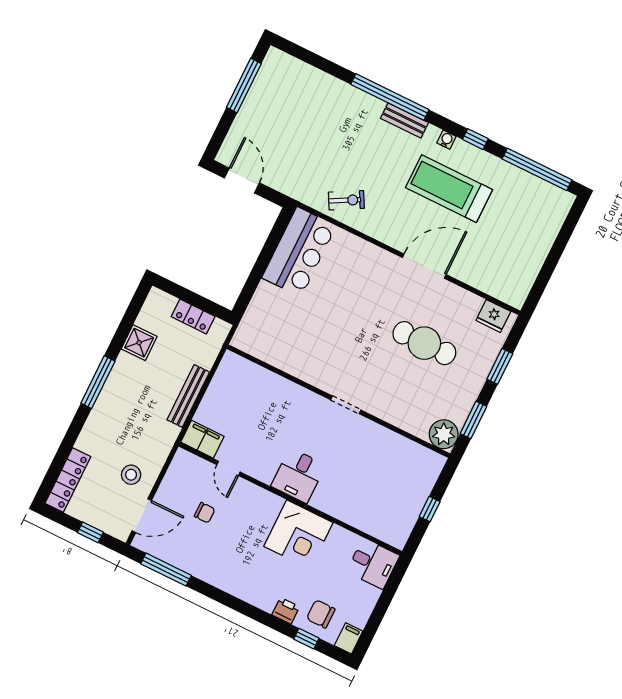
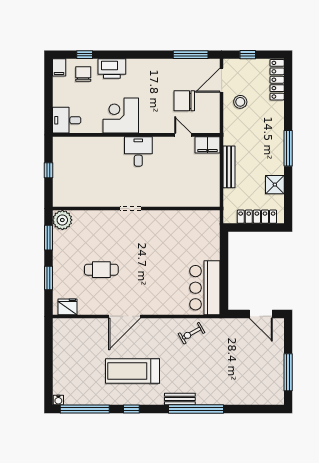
water cooler: (446, 140) -> (58, 400), moved
treadmill: (449, 189) -> (133, 371), turned 180
locker: (193, 316) -> (257, 217), width x1.53
cafe table: (424, 343) -> (101, 270), width x0.73, depth x0.74
chair: (205, 513) -> (184, 101), width x1.87, depth x1.87
printer: (286, 611) -> (112, 69), width x1.87, depth x1.48
chair: (321, 614) -> (83, 74), turned -90

